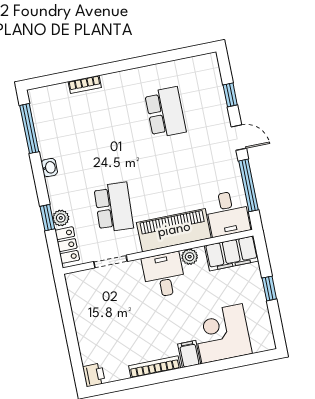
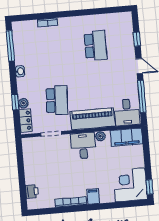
window: (269, 288) -> (150, 187), moved
corner desk: (222, 334) -> (130, 185), moved
printer: (94, 375) -> (32, 191), moved

